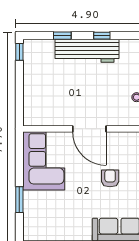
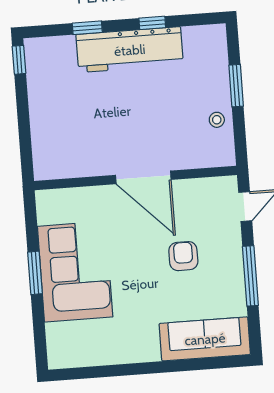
corner sofa: (44, 161) -> (75, 272), moved
window: (19, 200) -> (35, 273), moved

